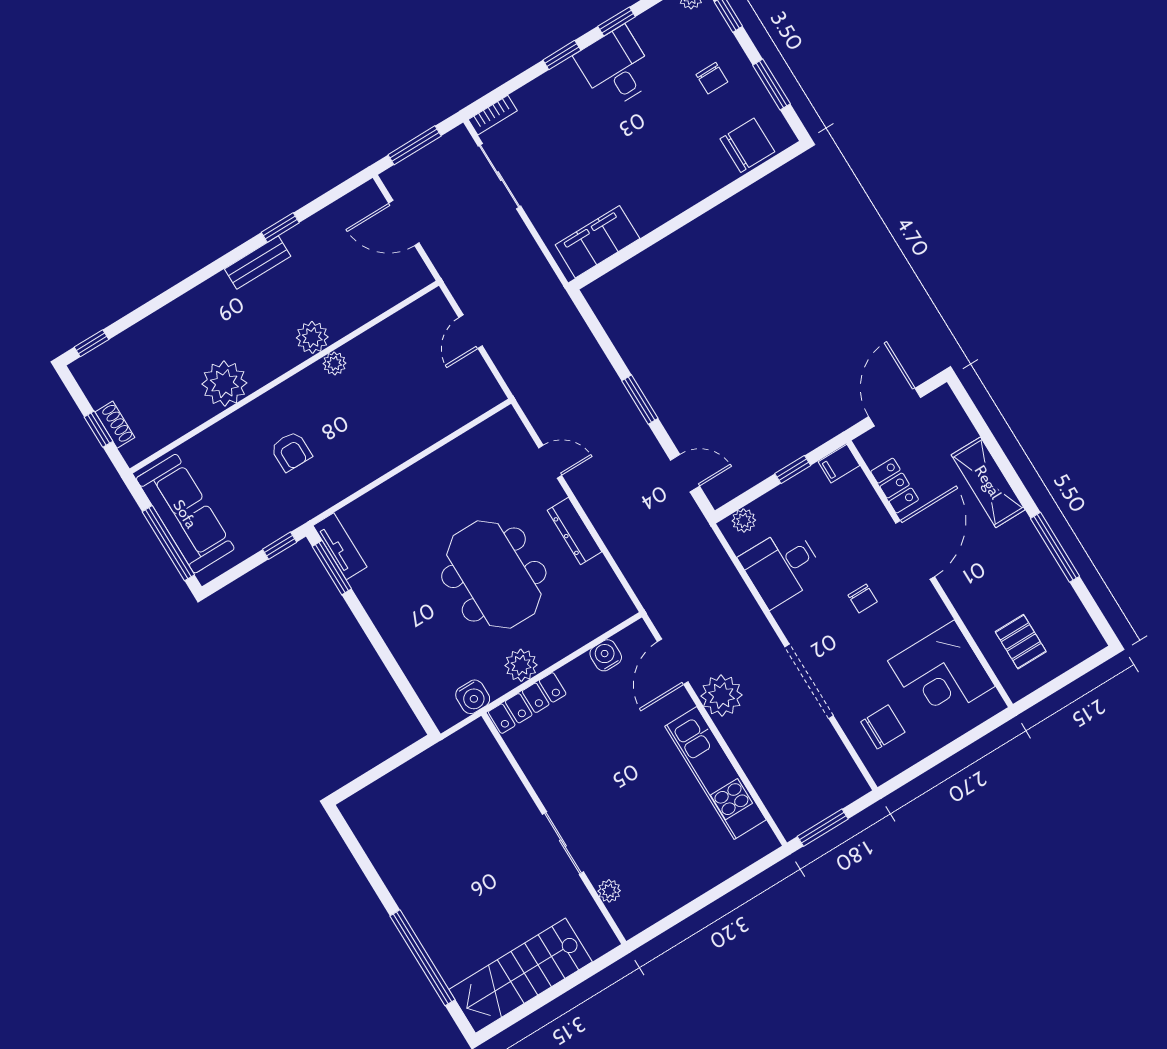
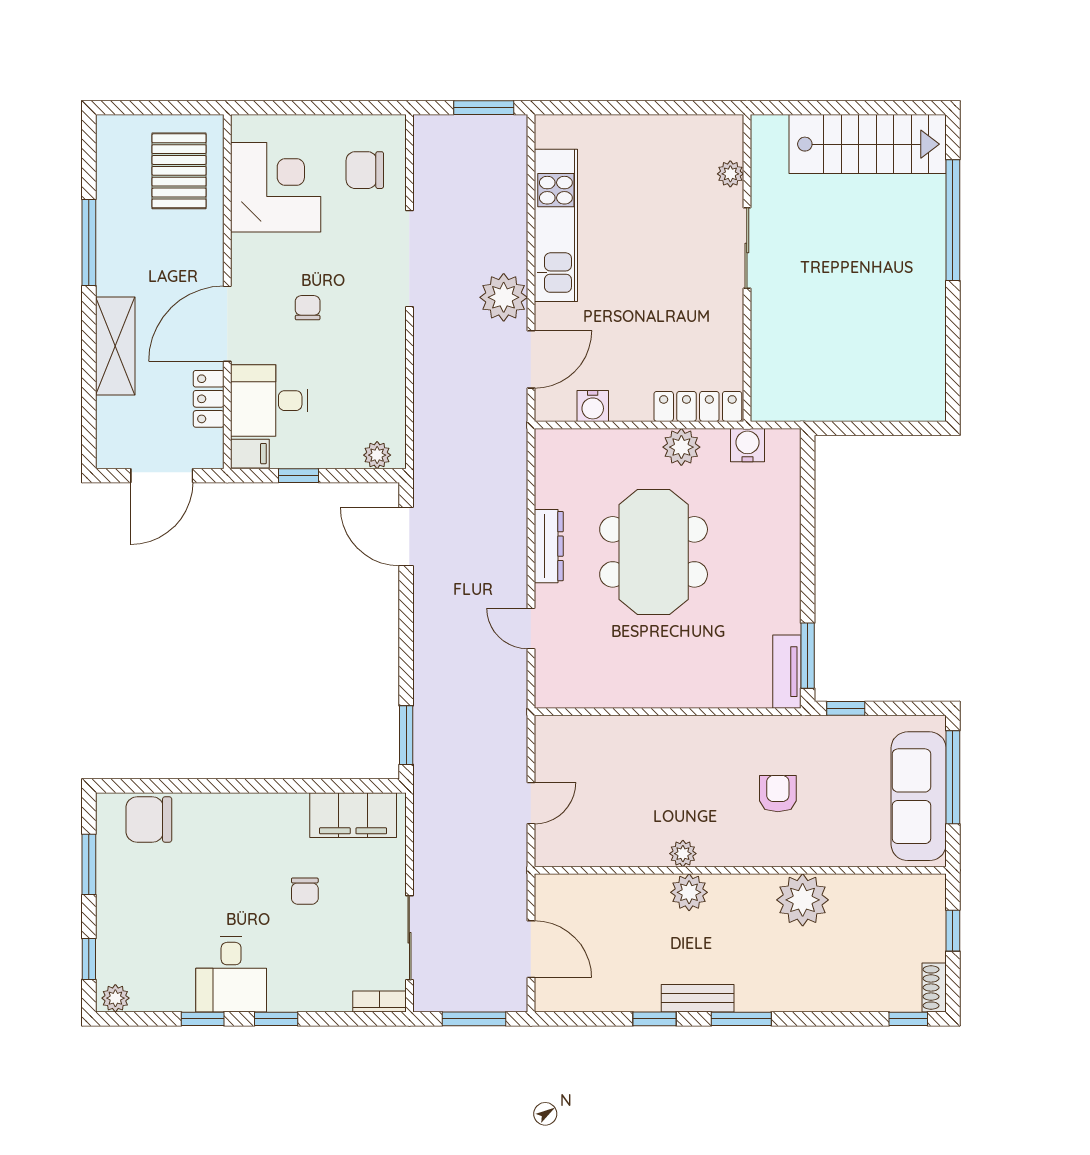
chair: (712, 78) -> (305, 891), moved, turned 180
window: (216, 267) -> (741, 1019), added
window: (640, 400) -> (406, 735), moved
shoe rack: (115, 425) -> (934, 987), moved
door: (685, 473) -> (406, 537), width x1.38
desk: (782, 567) -> (269, 401), moved, turned 180
pallet: (1021, 642) -> (179, 171), width x1.50, depth x1.42

